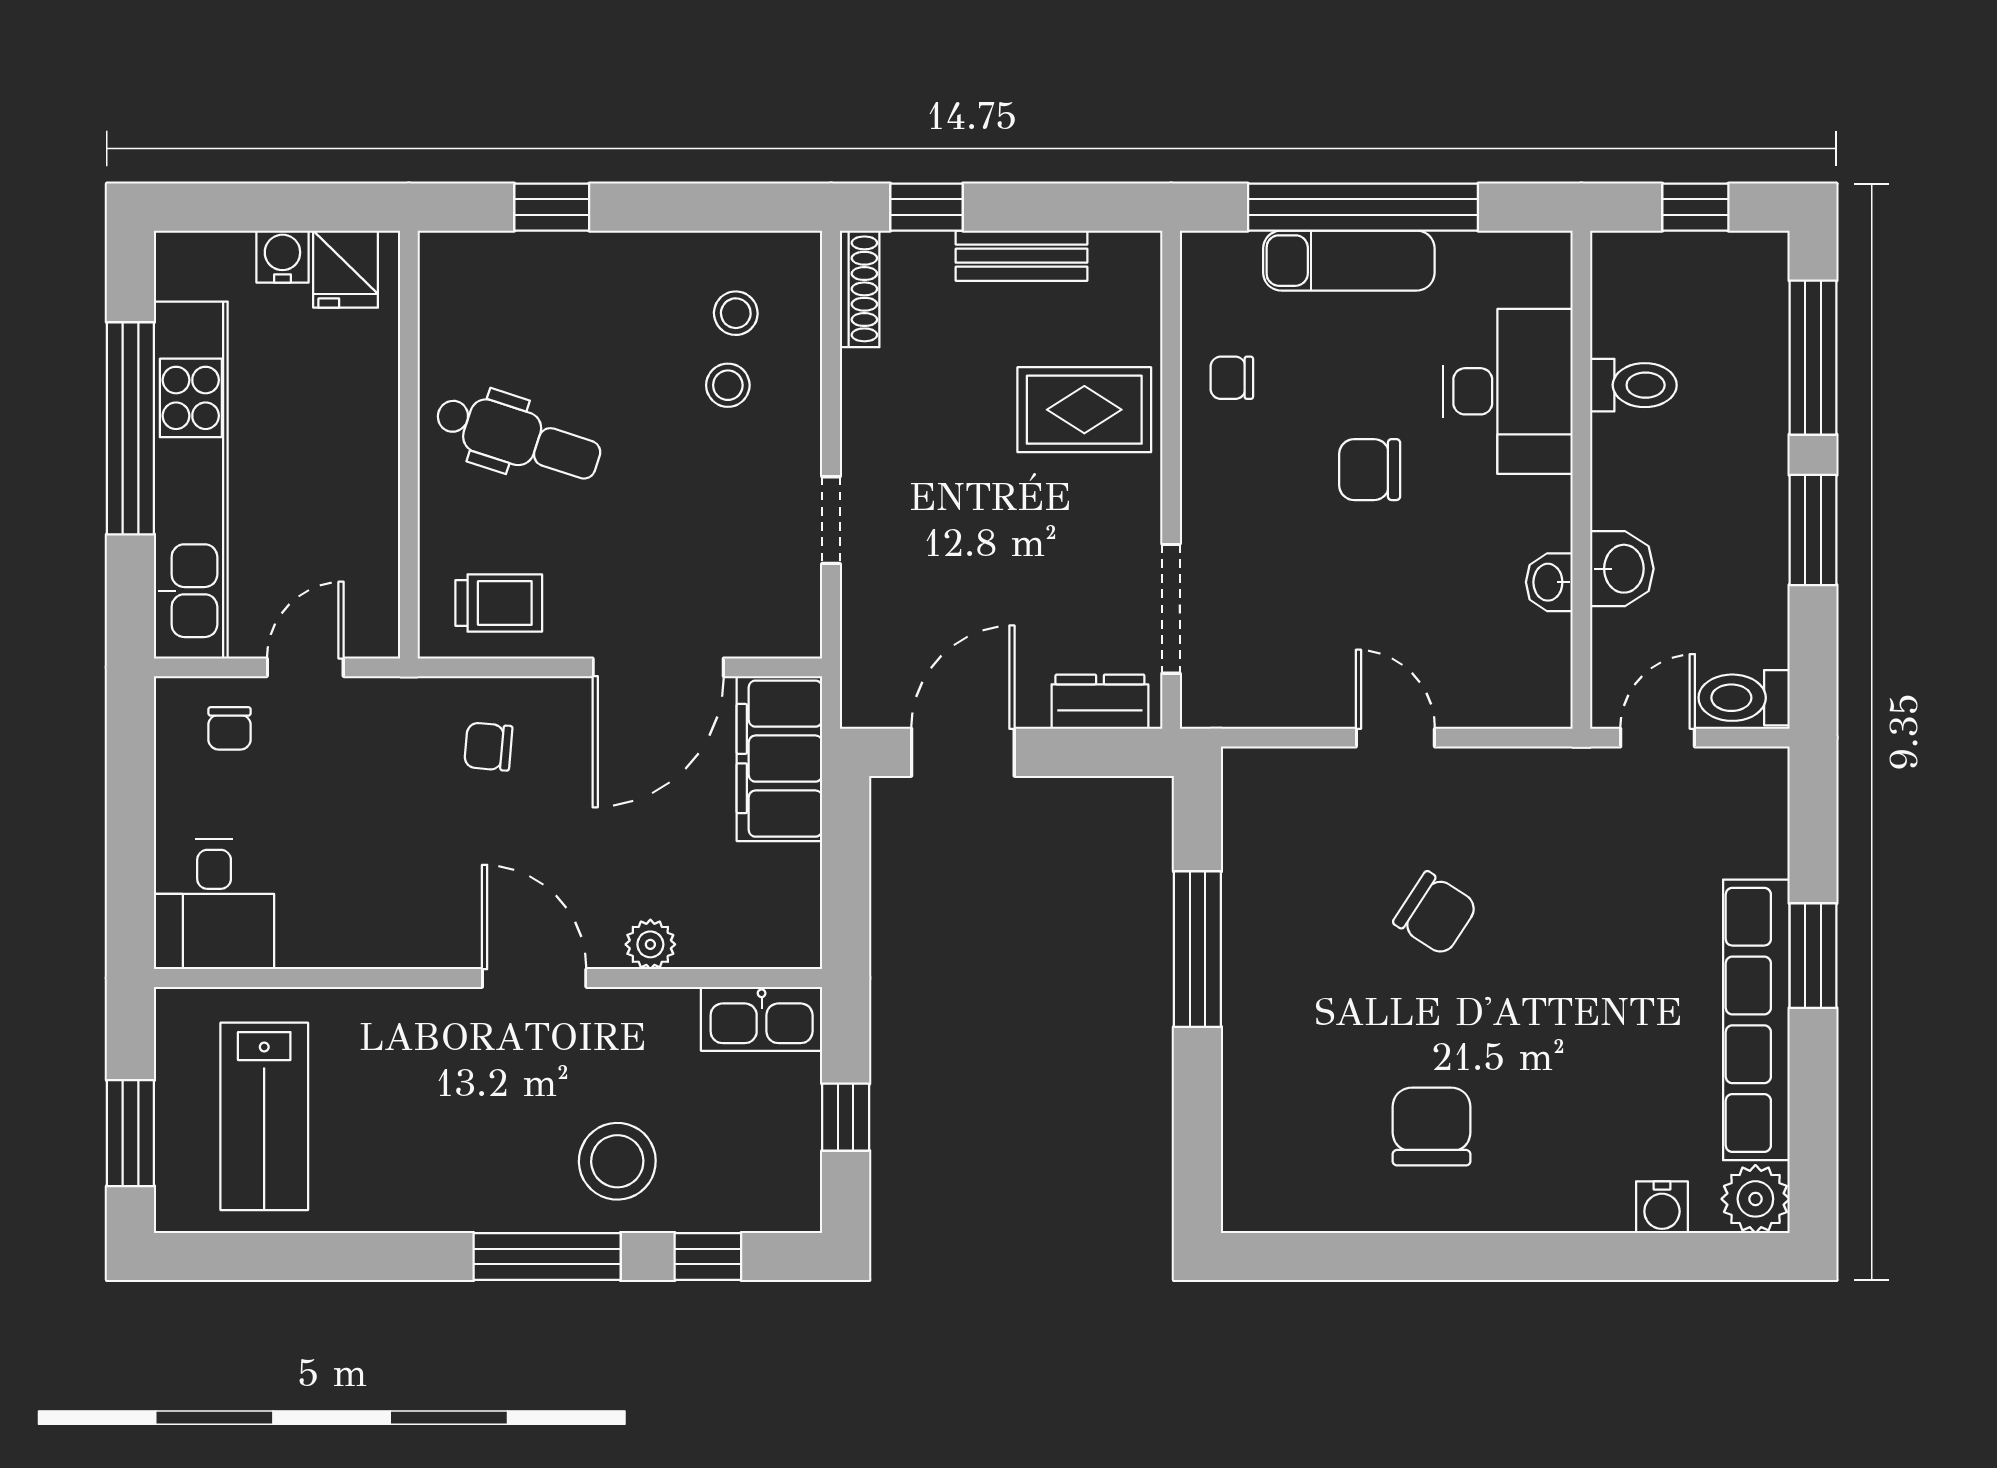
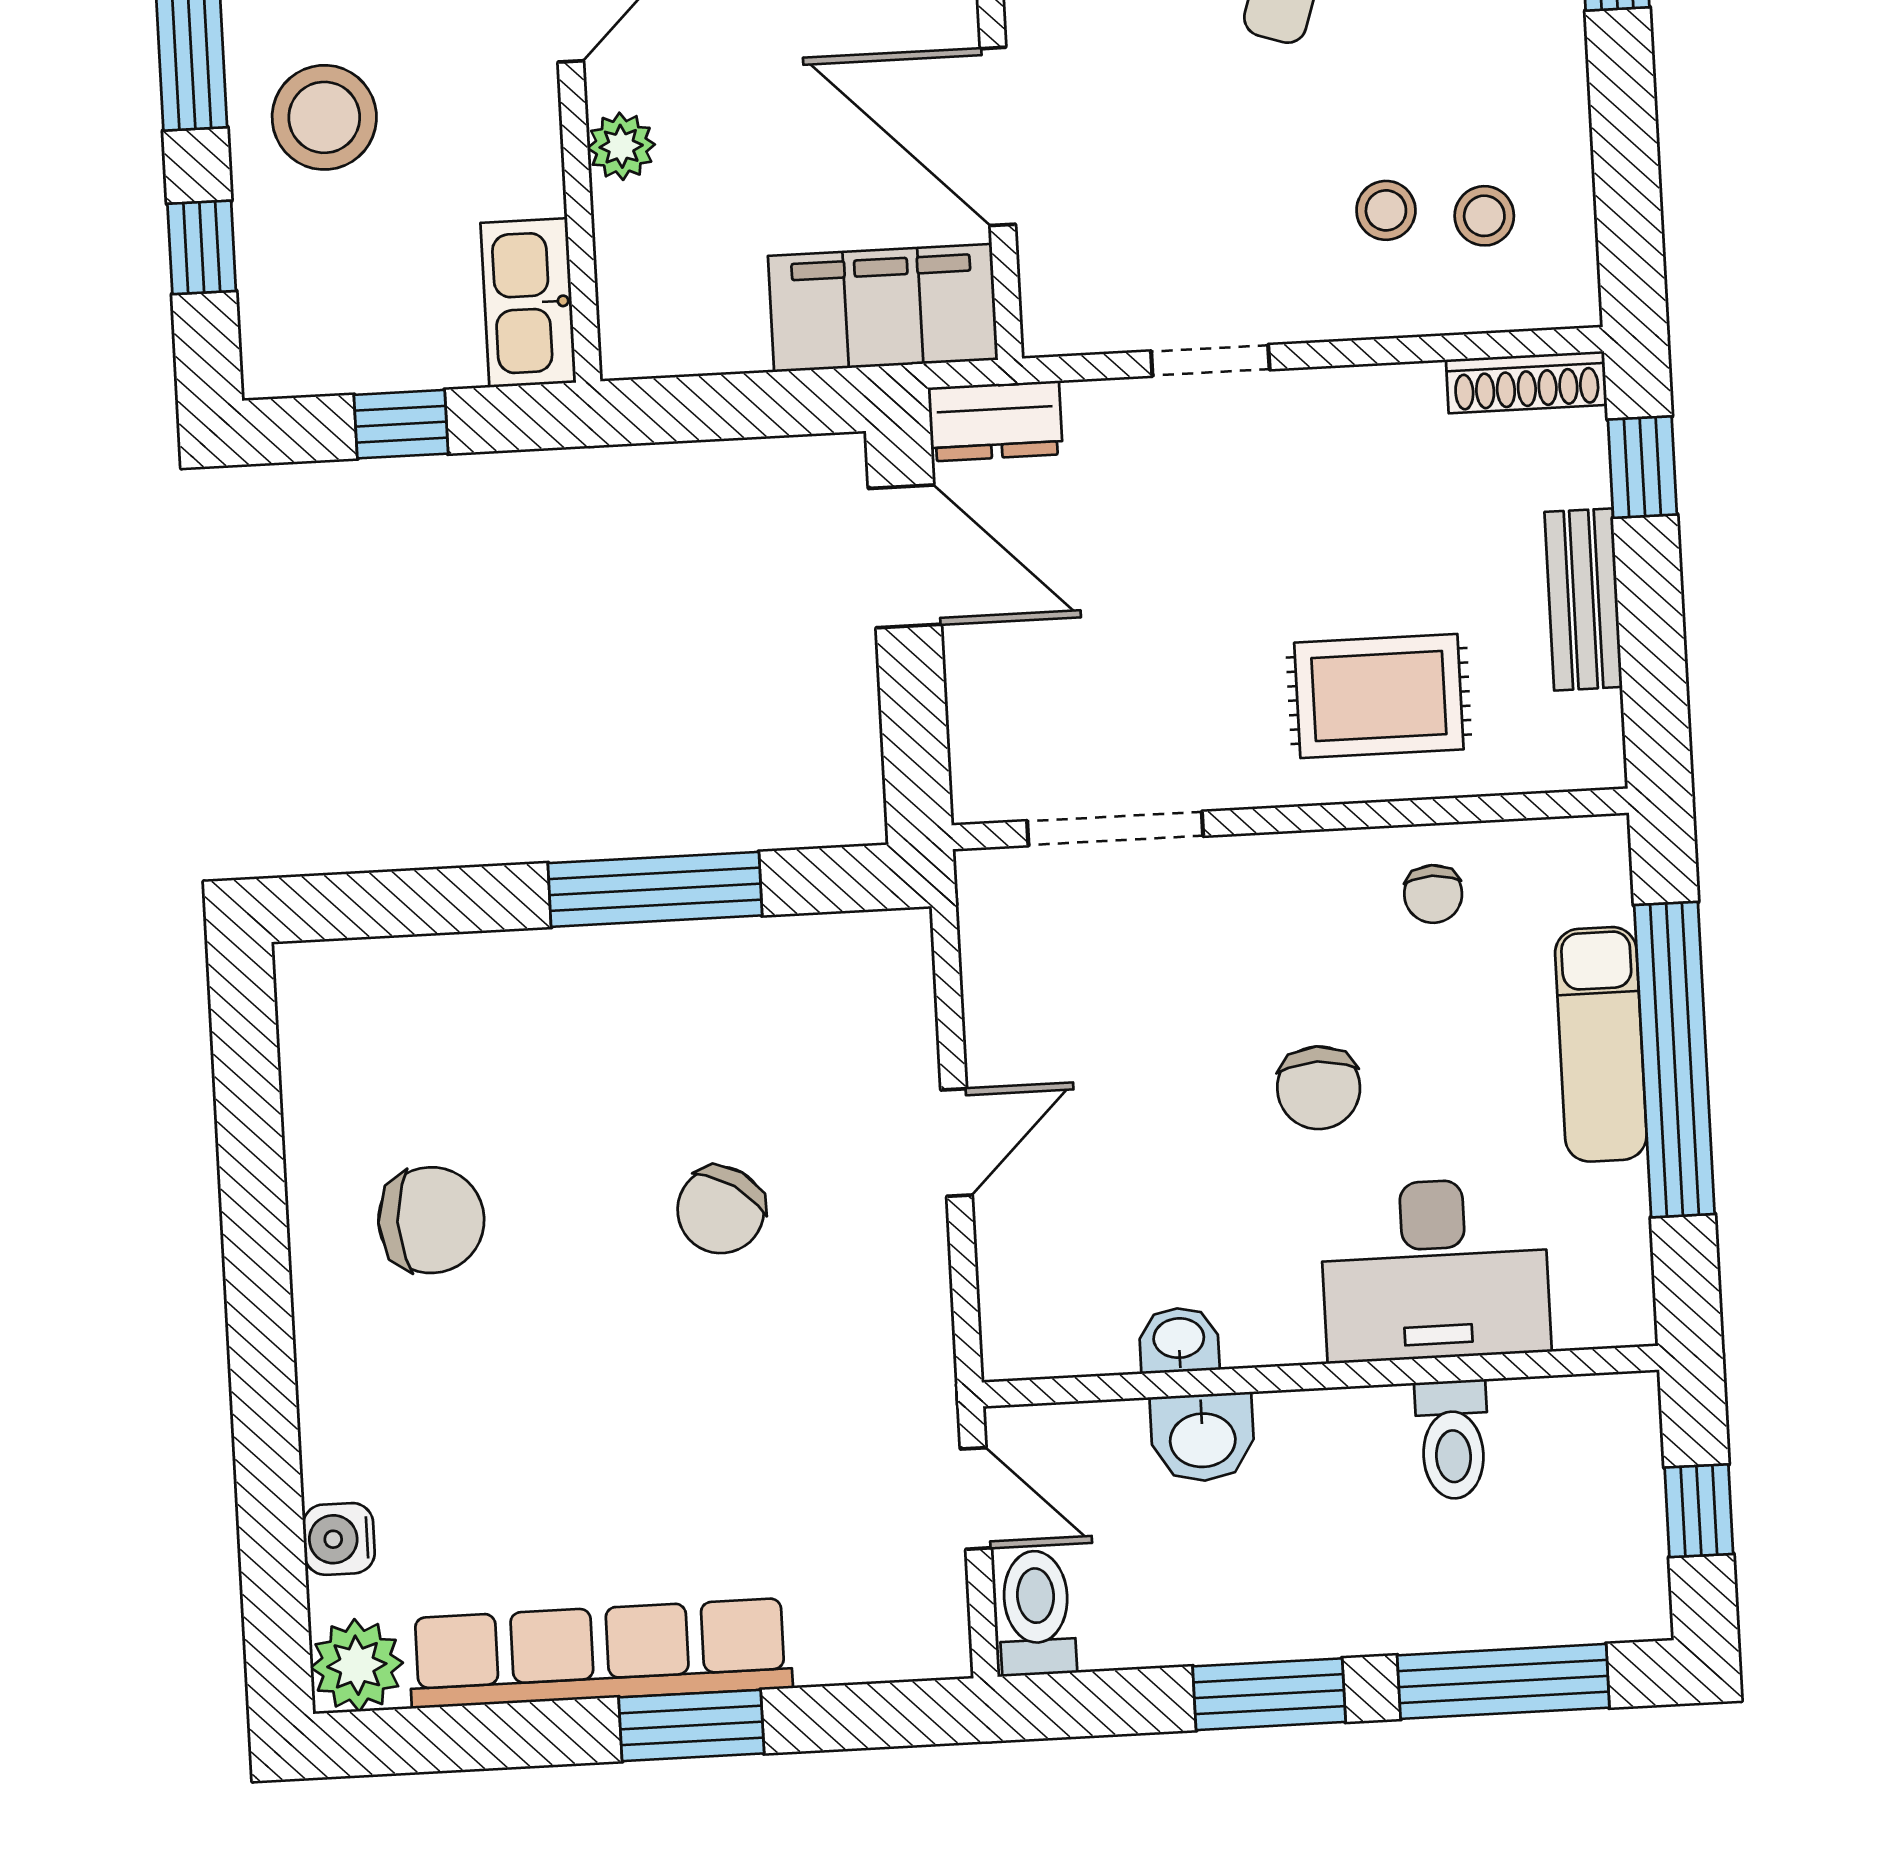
chair: (1232, 378) -> (1433, 894), turned 180
rug: (1084, 410) -> (1379, 696), turned 90
chair: (1370, 470) -> (1319, 1088), turned 180
dresser: (1100, 702) -> (995, 421), moved, turned 90

